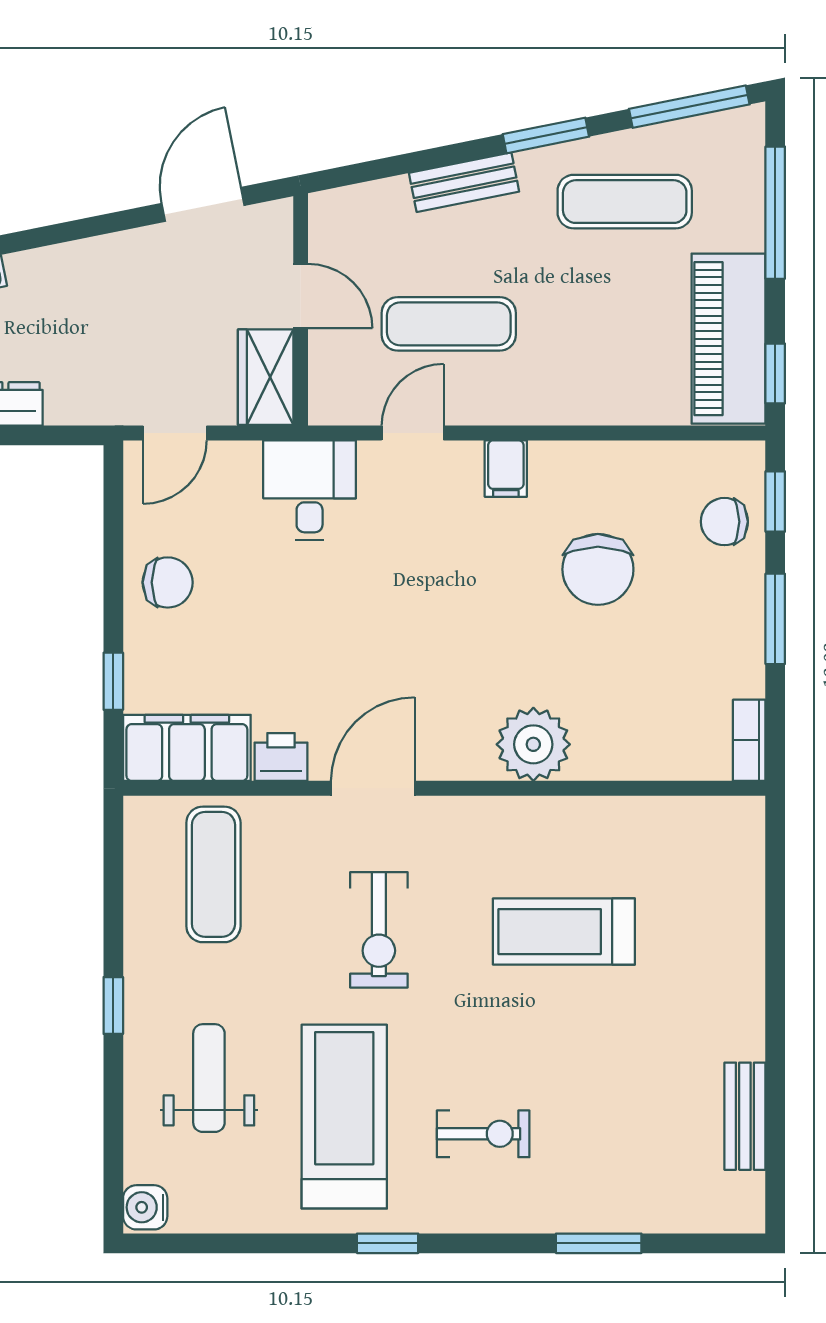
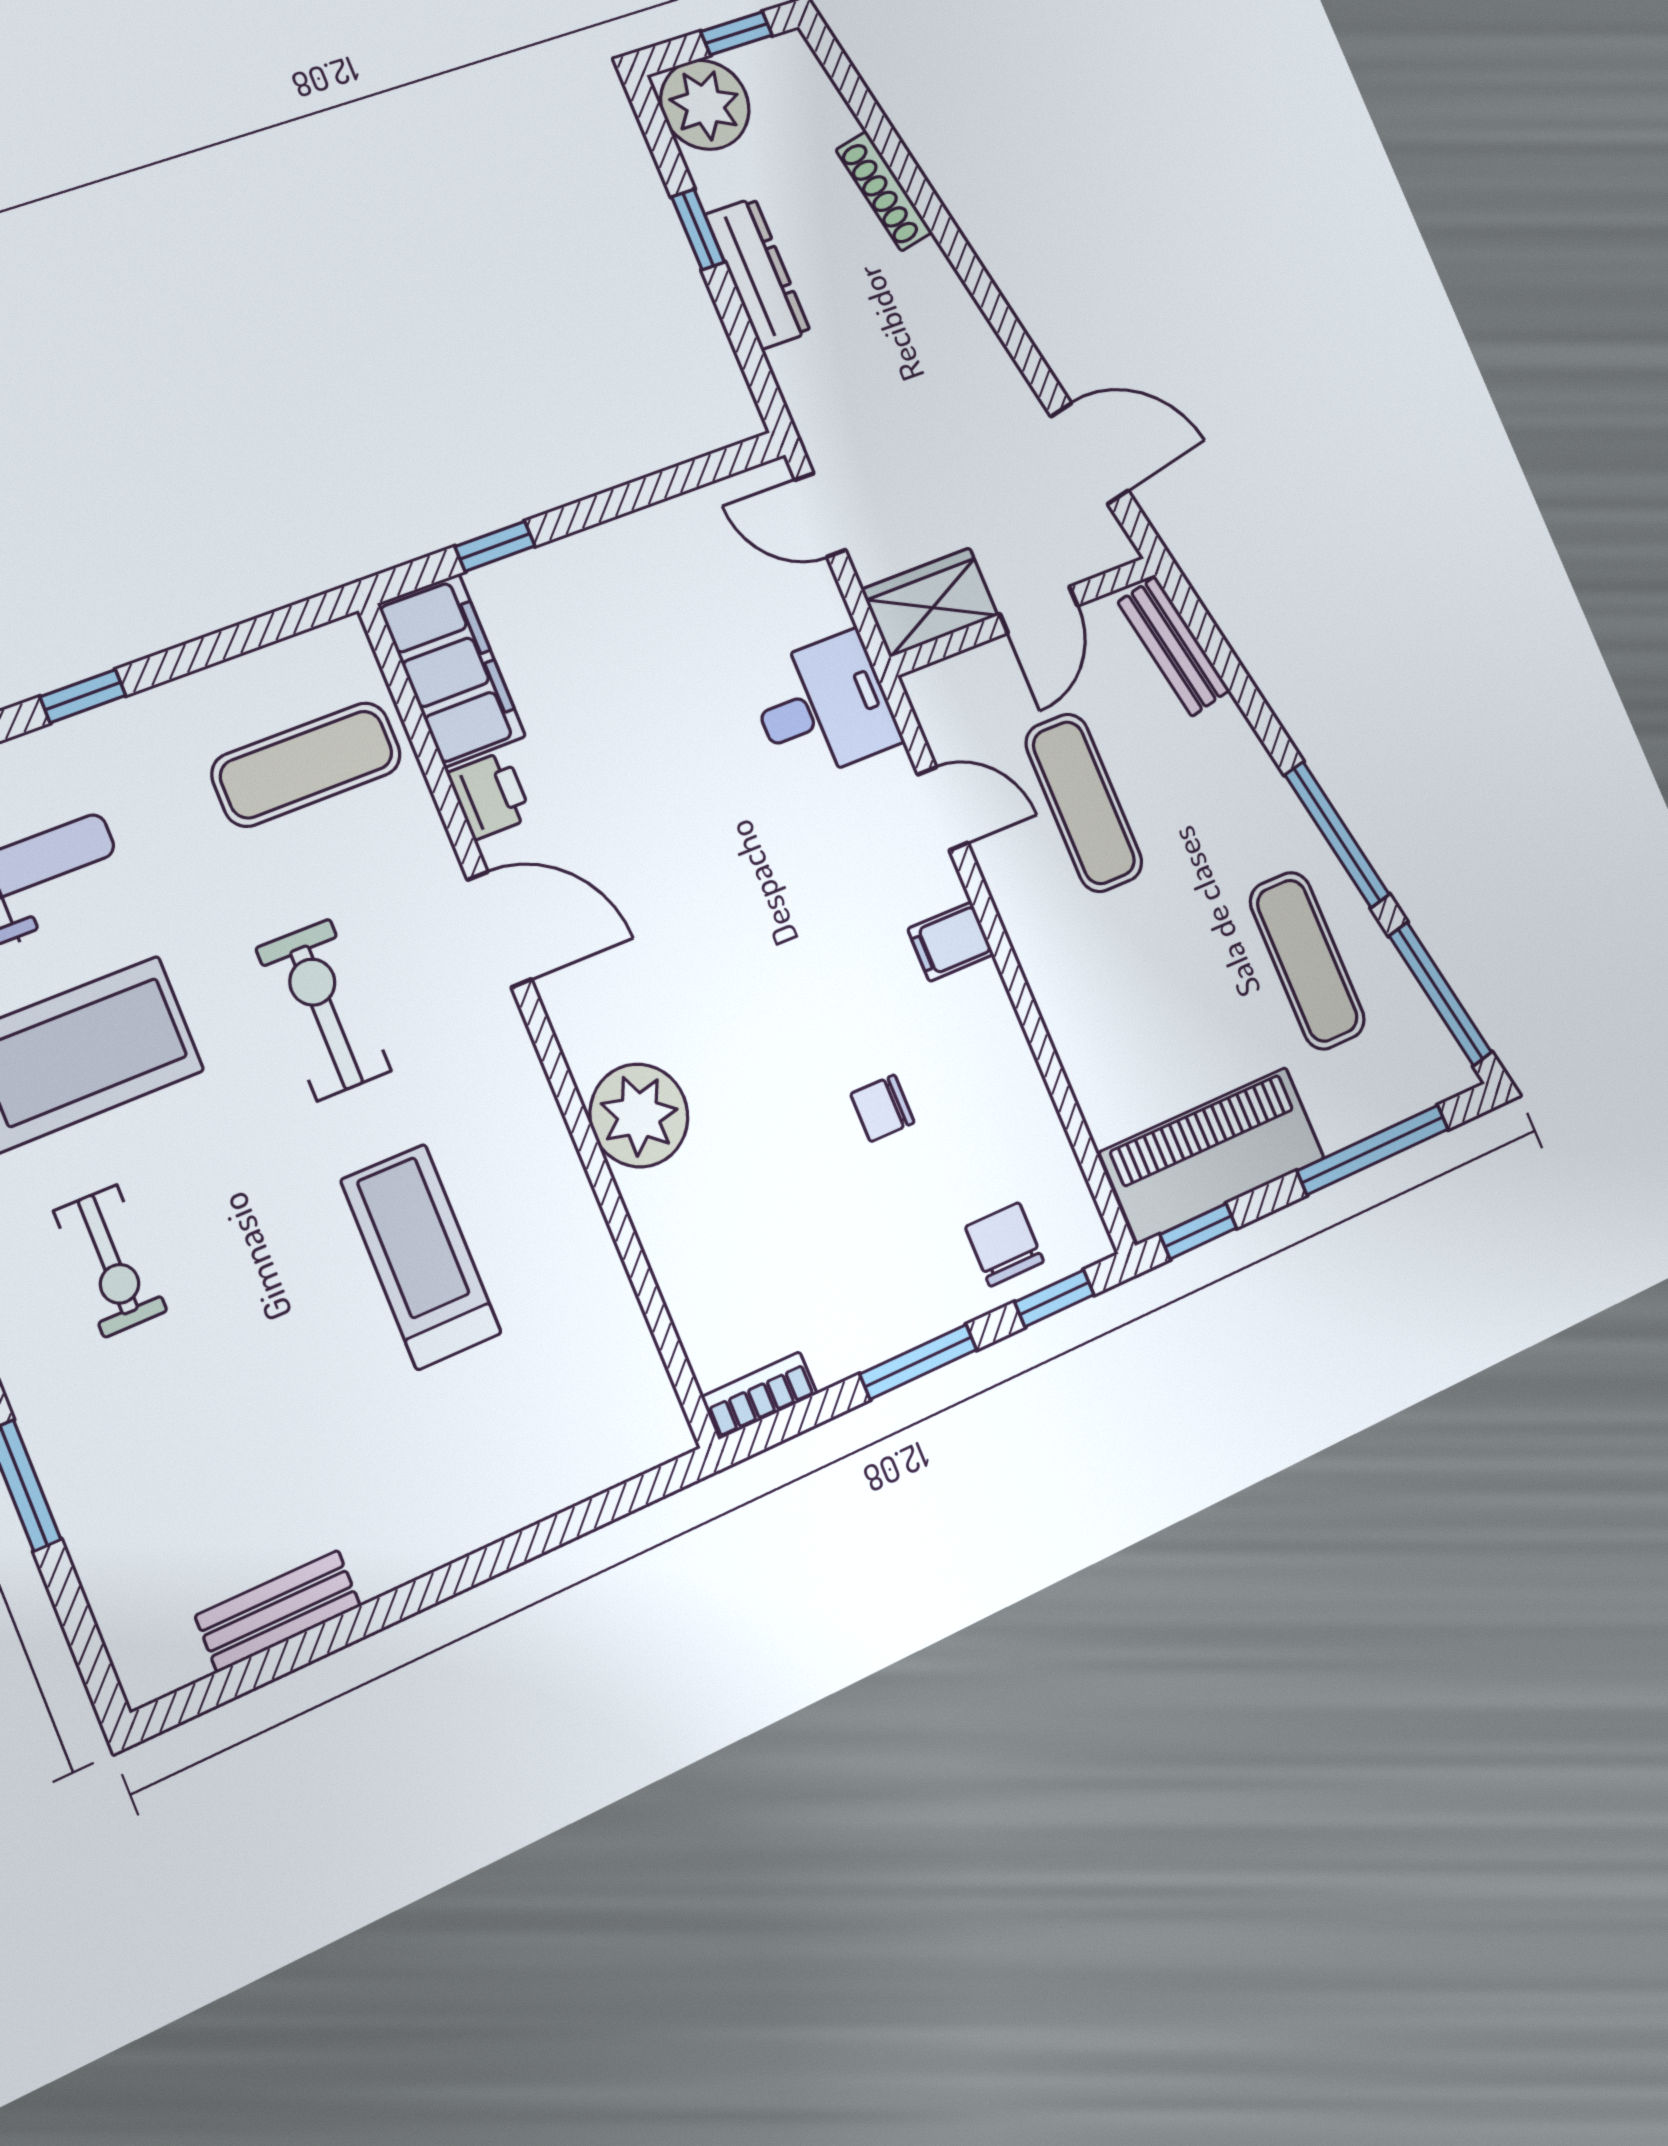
window: (546, 135) -> (1337, 835), width x1.44
bench: (464, 182) -> (1174, 646), moved
chair: (598, 569) -> (882, 1108), width x0.54, depth x0.54
chair: (168, 582) -> (642, 571), removed
exercise bike: (379, 930) -> (323, 1010), turned 90

